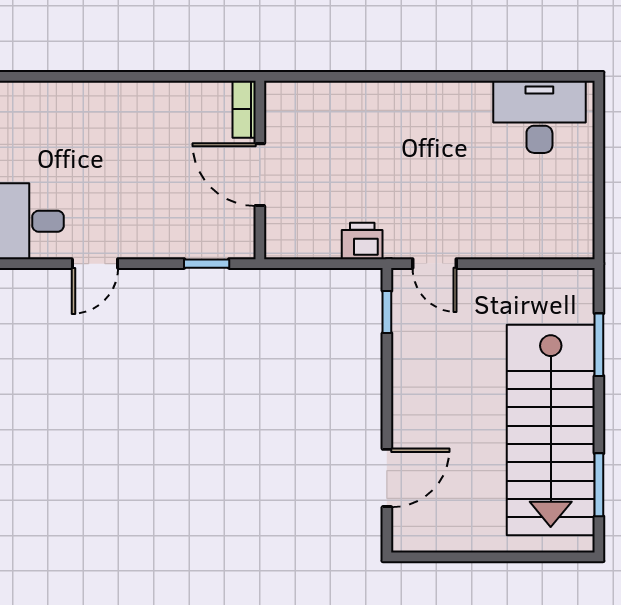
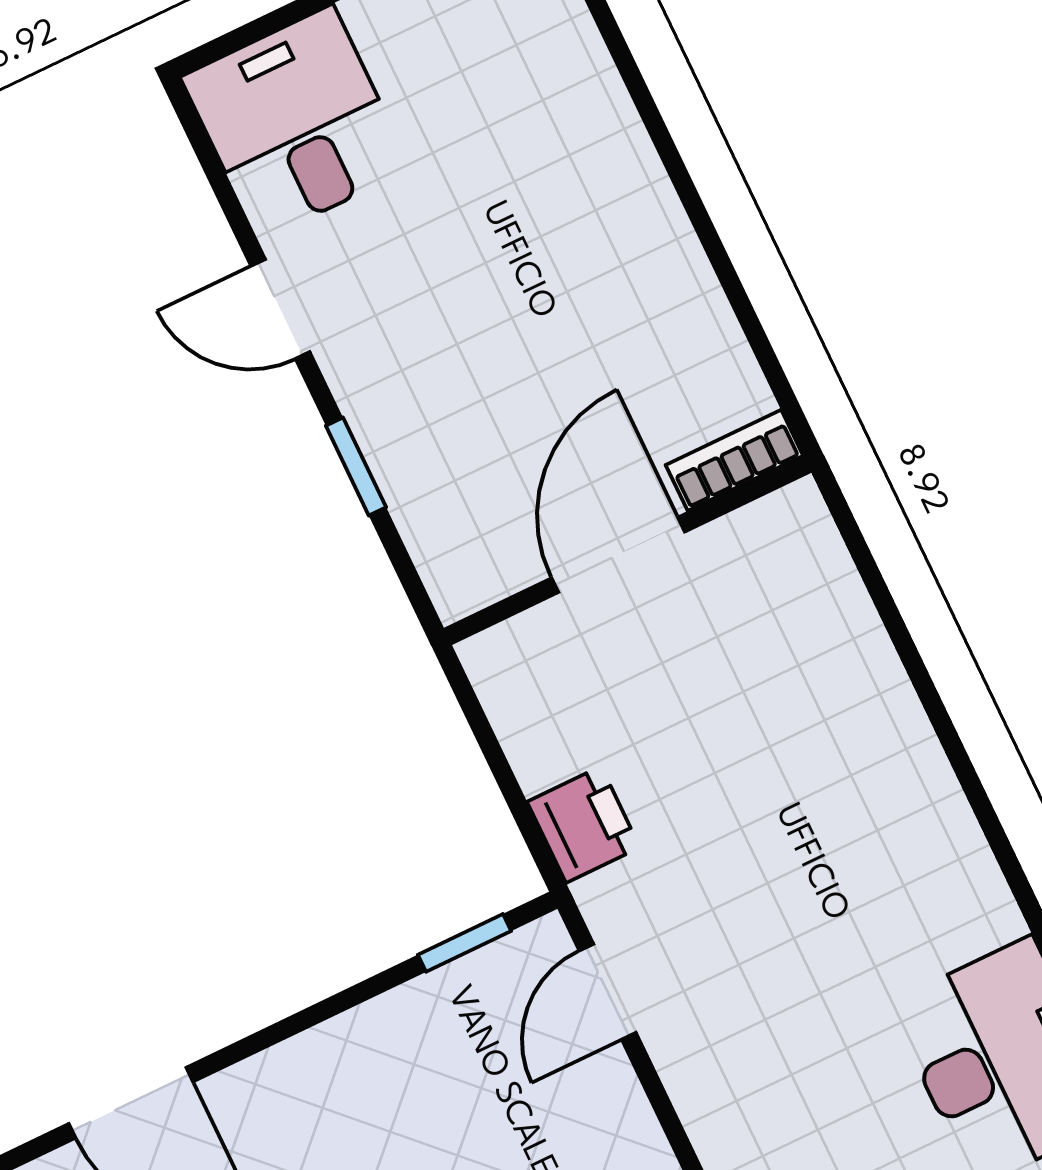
window: (207, 264) -> (356, 466), moved

